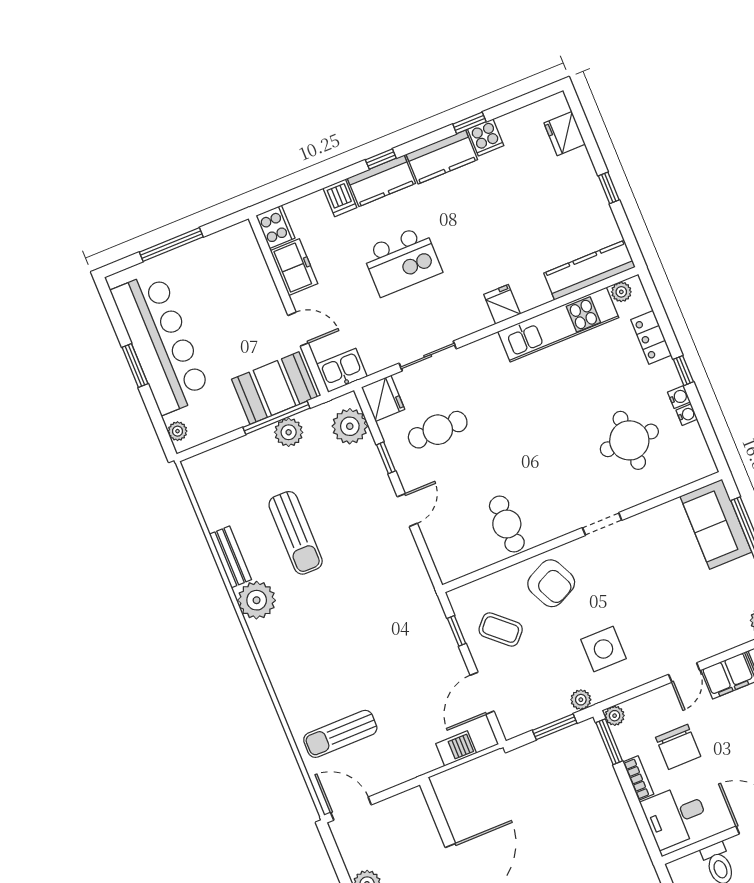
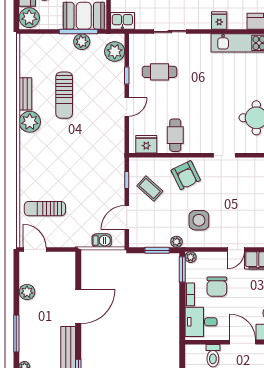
fridge: (383, 398) -> (146, 144), moved, turned -90
plant: (178, 431) -> (29, 18), width x1.88, depth x1.88

